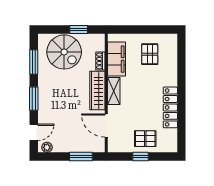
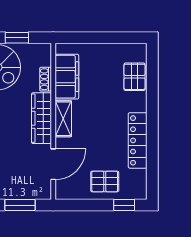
pallet: (150, 54) -> (135, 77), moved
door: (106, 126) -> (53, 164), swing flipped
window: (140, 157) -> (124, 205), moved

